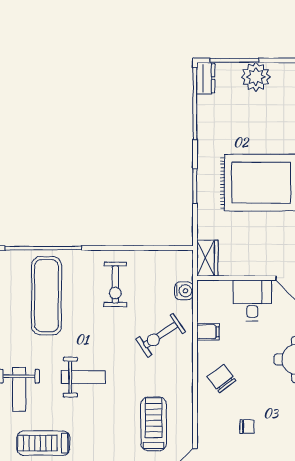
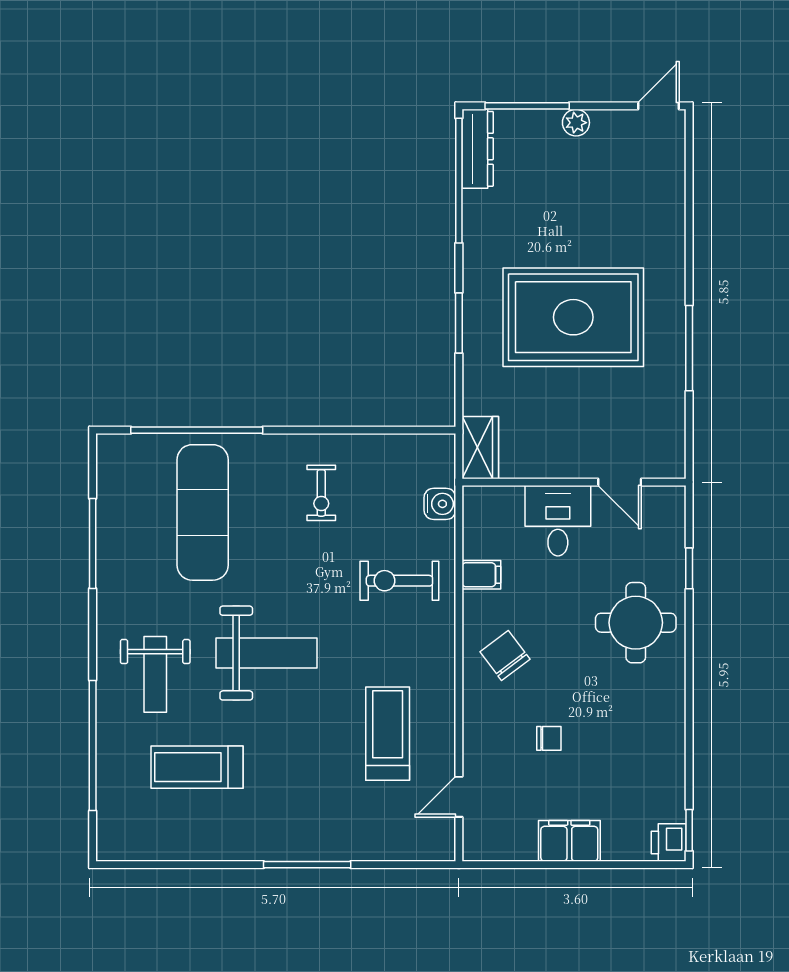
plant: (256, 77) -> (576, 123), width x0.53, depth x0.53
dresser: (206, 78) -> (478, 149), width x1.44
exercise bike: (115, 284) -> (321, 493), width x0.73, depth x0.72
exercise bike: (160, 335) -> (399, 581), turned 34
weight bench: (84, 377) -> (266, 653), width x1.36, depth x1.33

